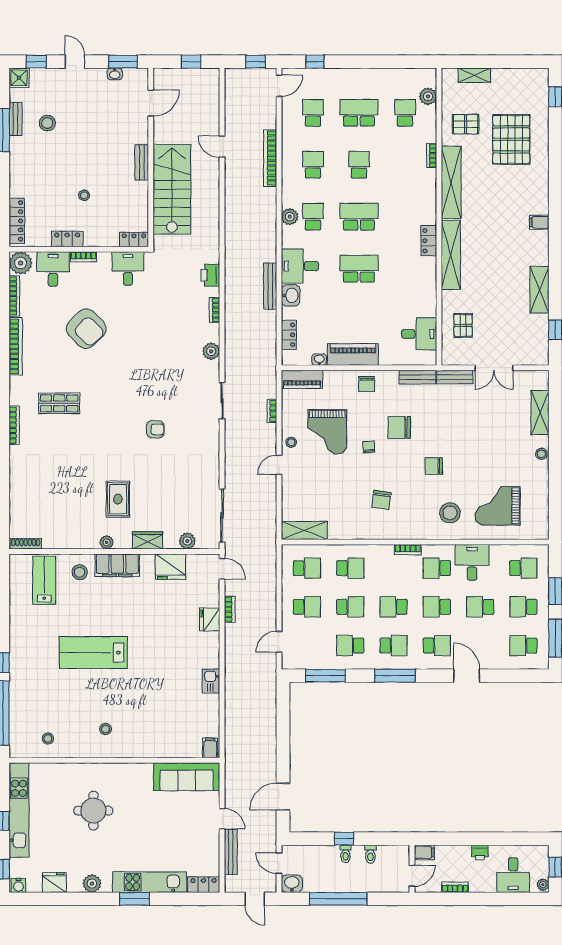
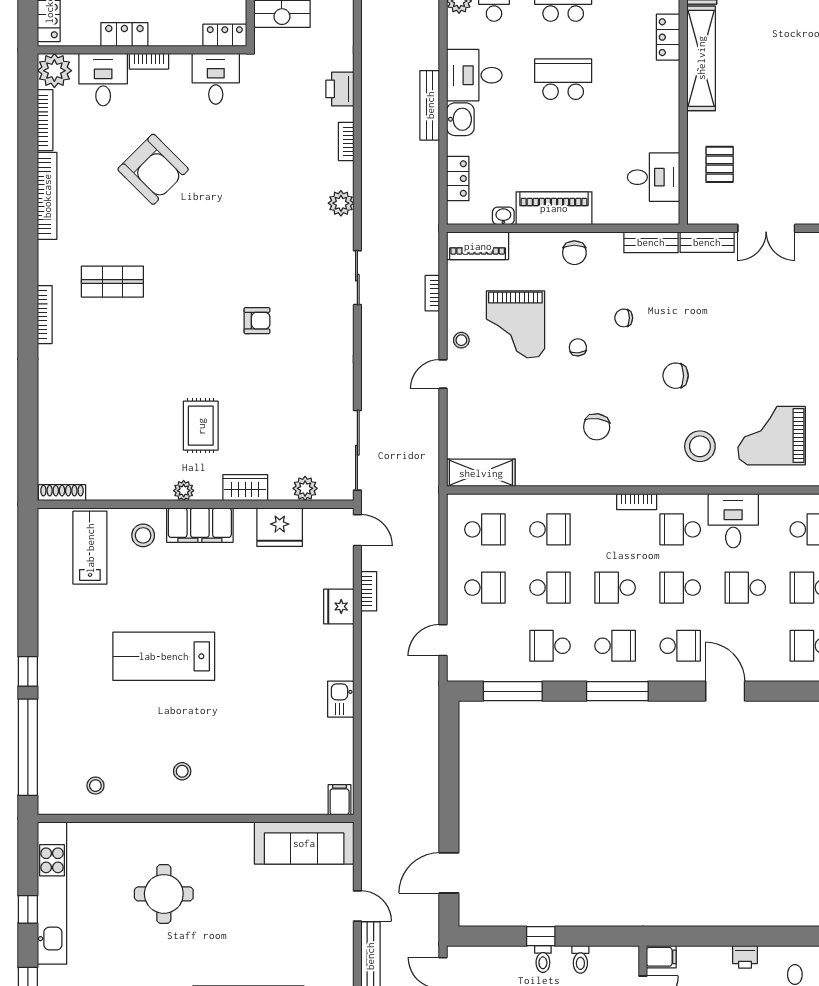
chair: (399, 428) -> (624, 318), width x0.54, depth x0.54

